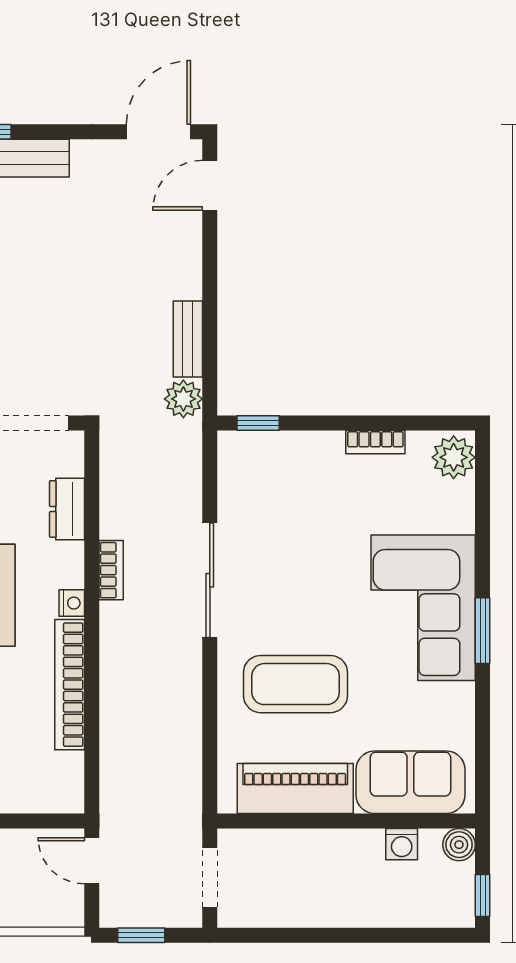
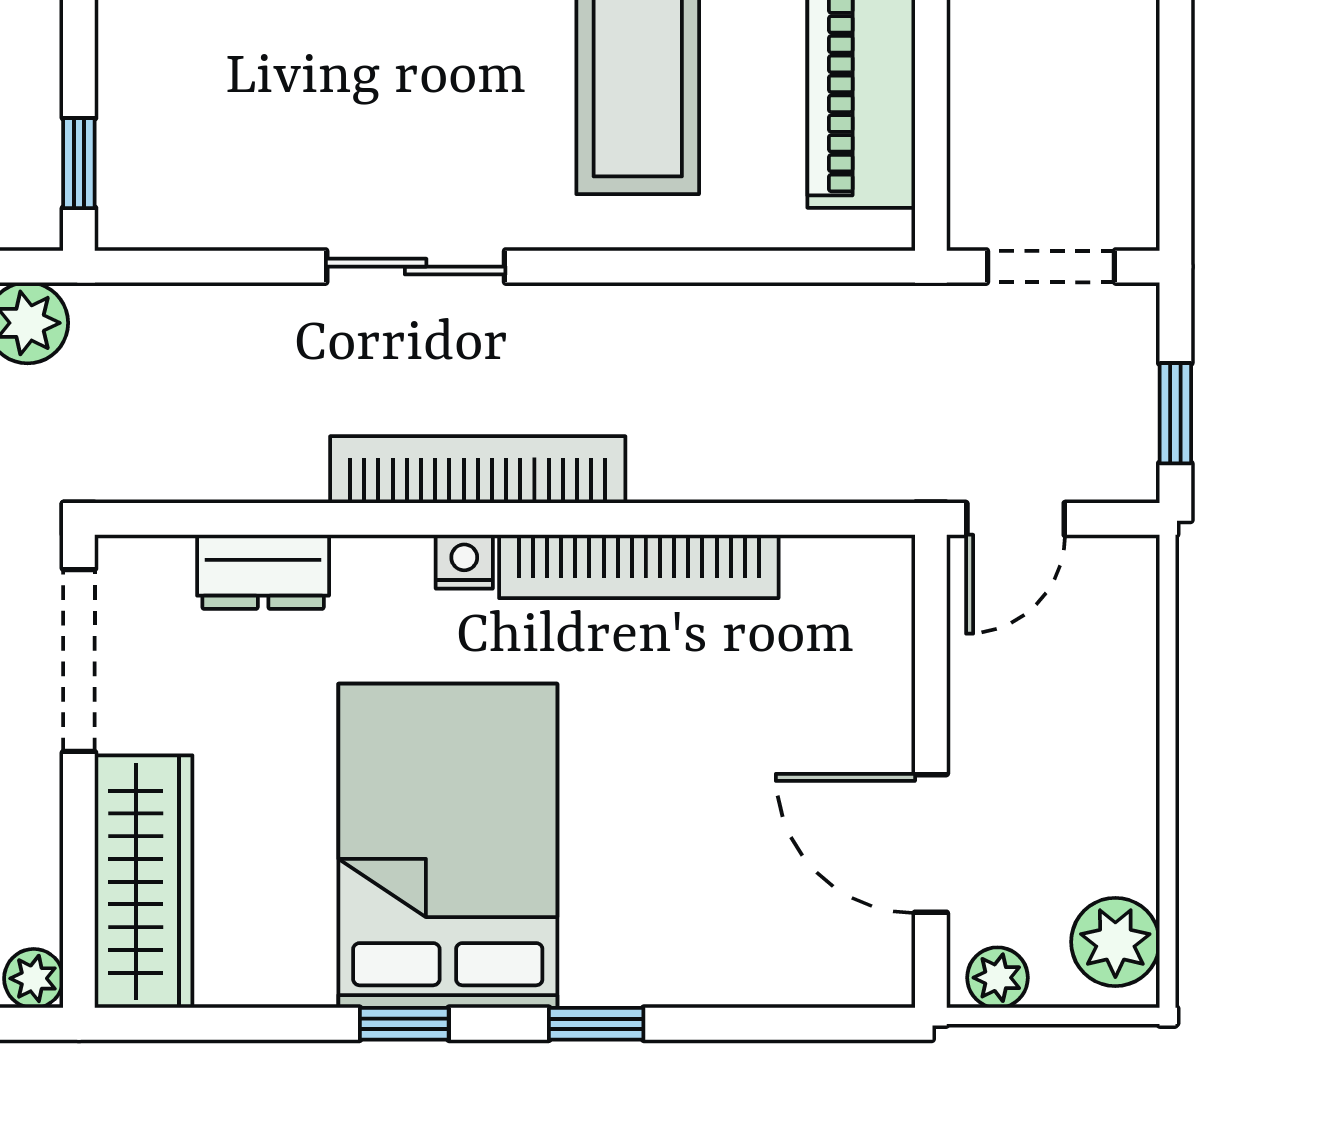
bookcase: (111, 570) -> (478, 470), width x2.31, depth x1.31
sliding door: (210, 580) -> (416, 267), width x0.73

